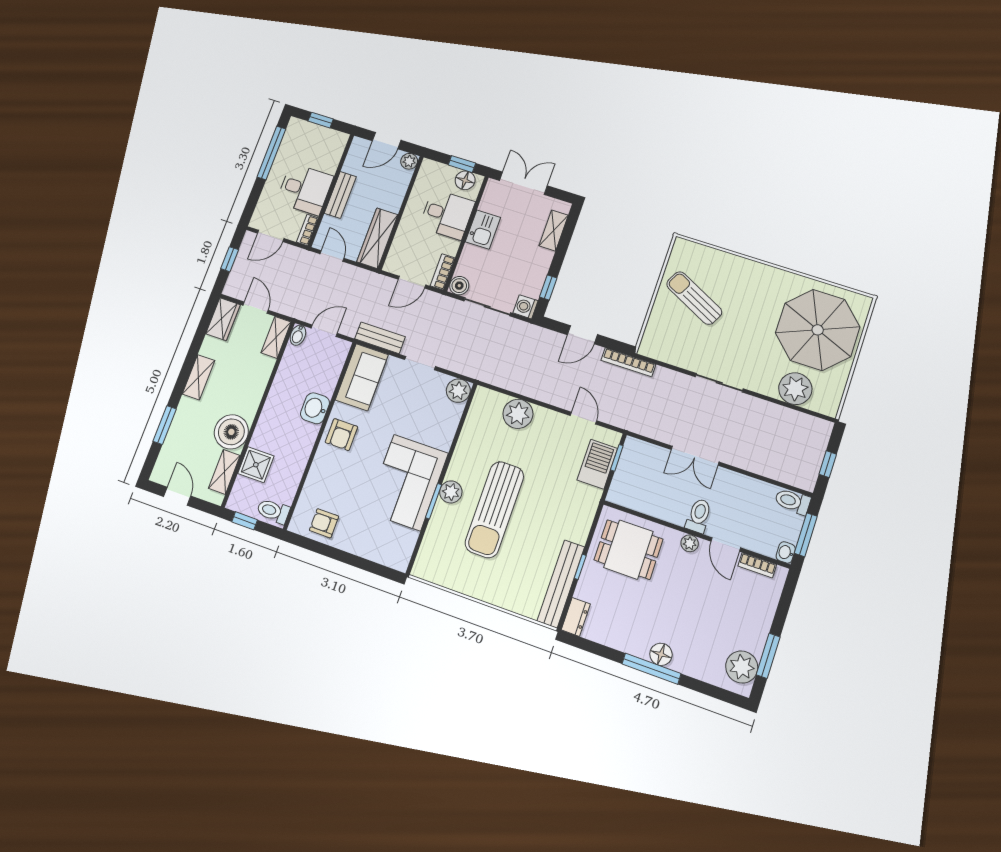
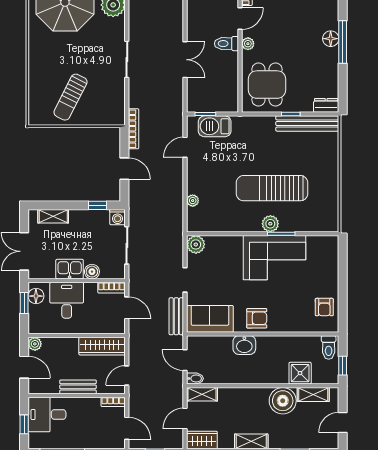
desk: (305, 189) -> (47, 414), moved, turned -90
boiler: (459, 286) -> (92, 272), moved
plant: (518, 414) -> (193, 201), width x0.53, depth x0.53
sun lounger: (494, 510) -> (272, 188), turned 180

